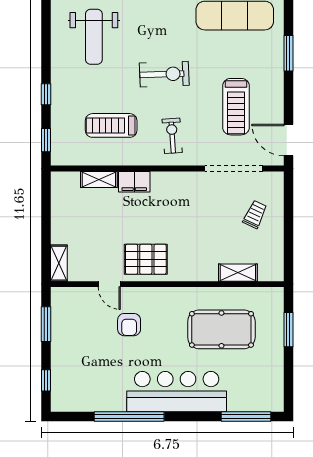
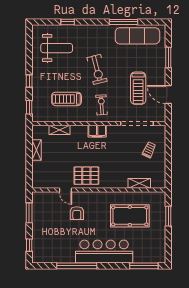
weight bench: (94, 37) -> (57, 48), turned -90
exercise bike: (164, 74) -> (97, 69), turned 78
door: (288, 140) -> (168, 95), moved
filing cabinet: (134, 182) -> (97, 131), moved
shelving: (59, 263) -> (37, 150), moved

